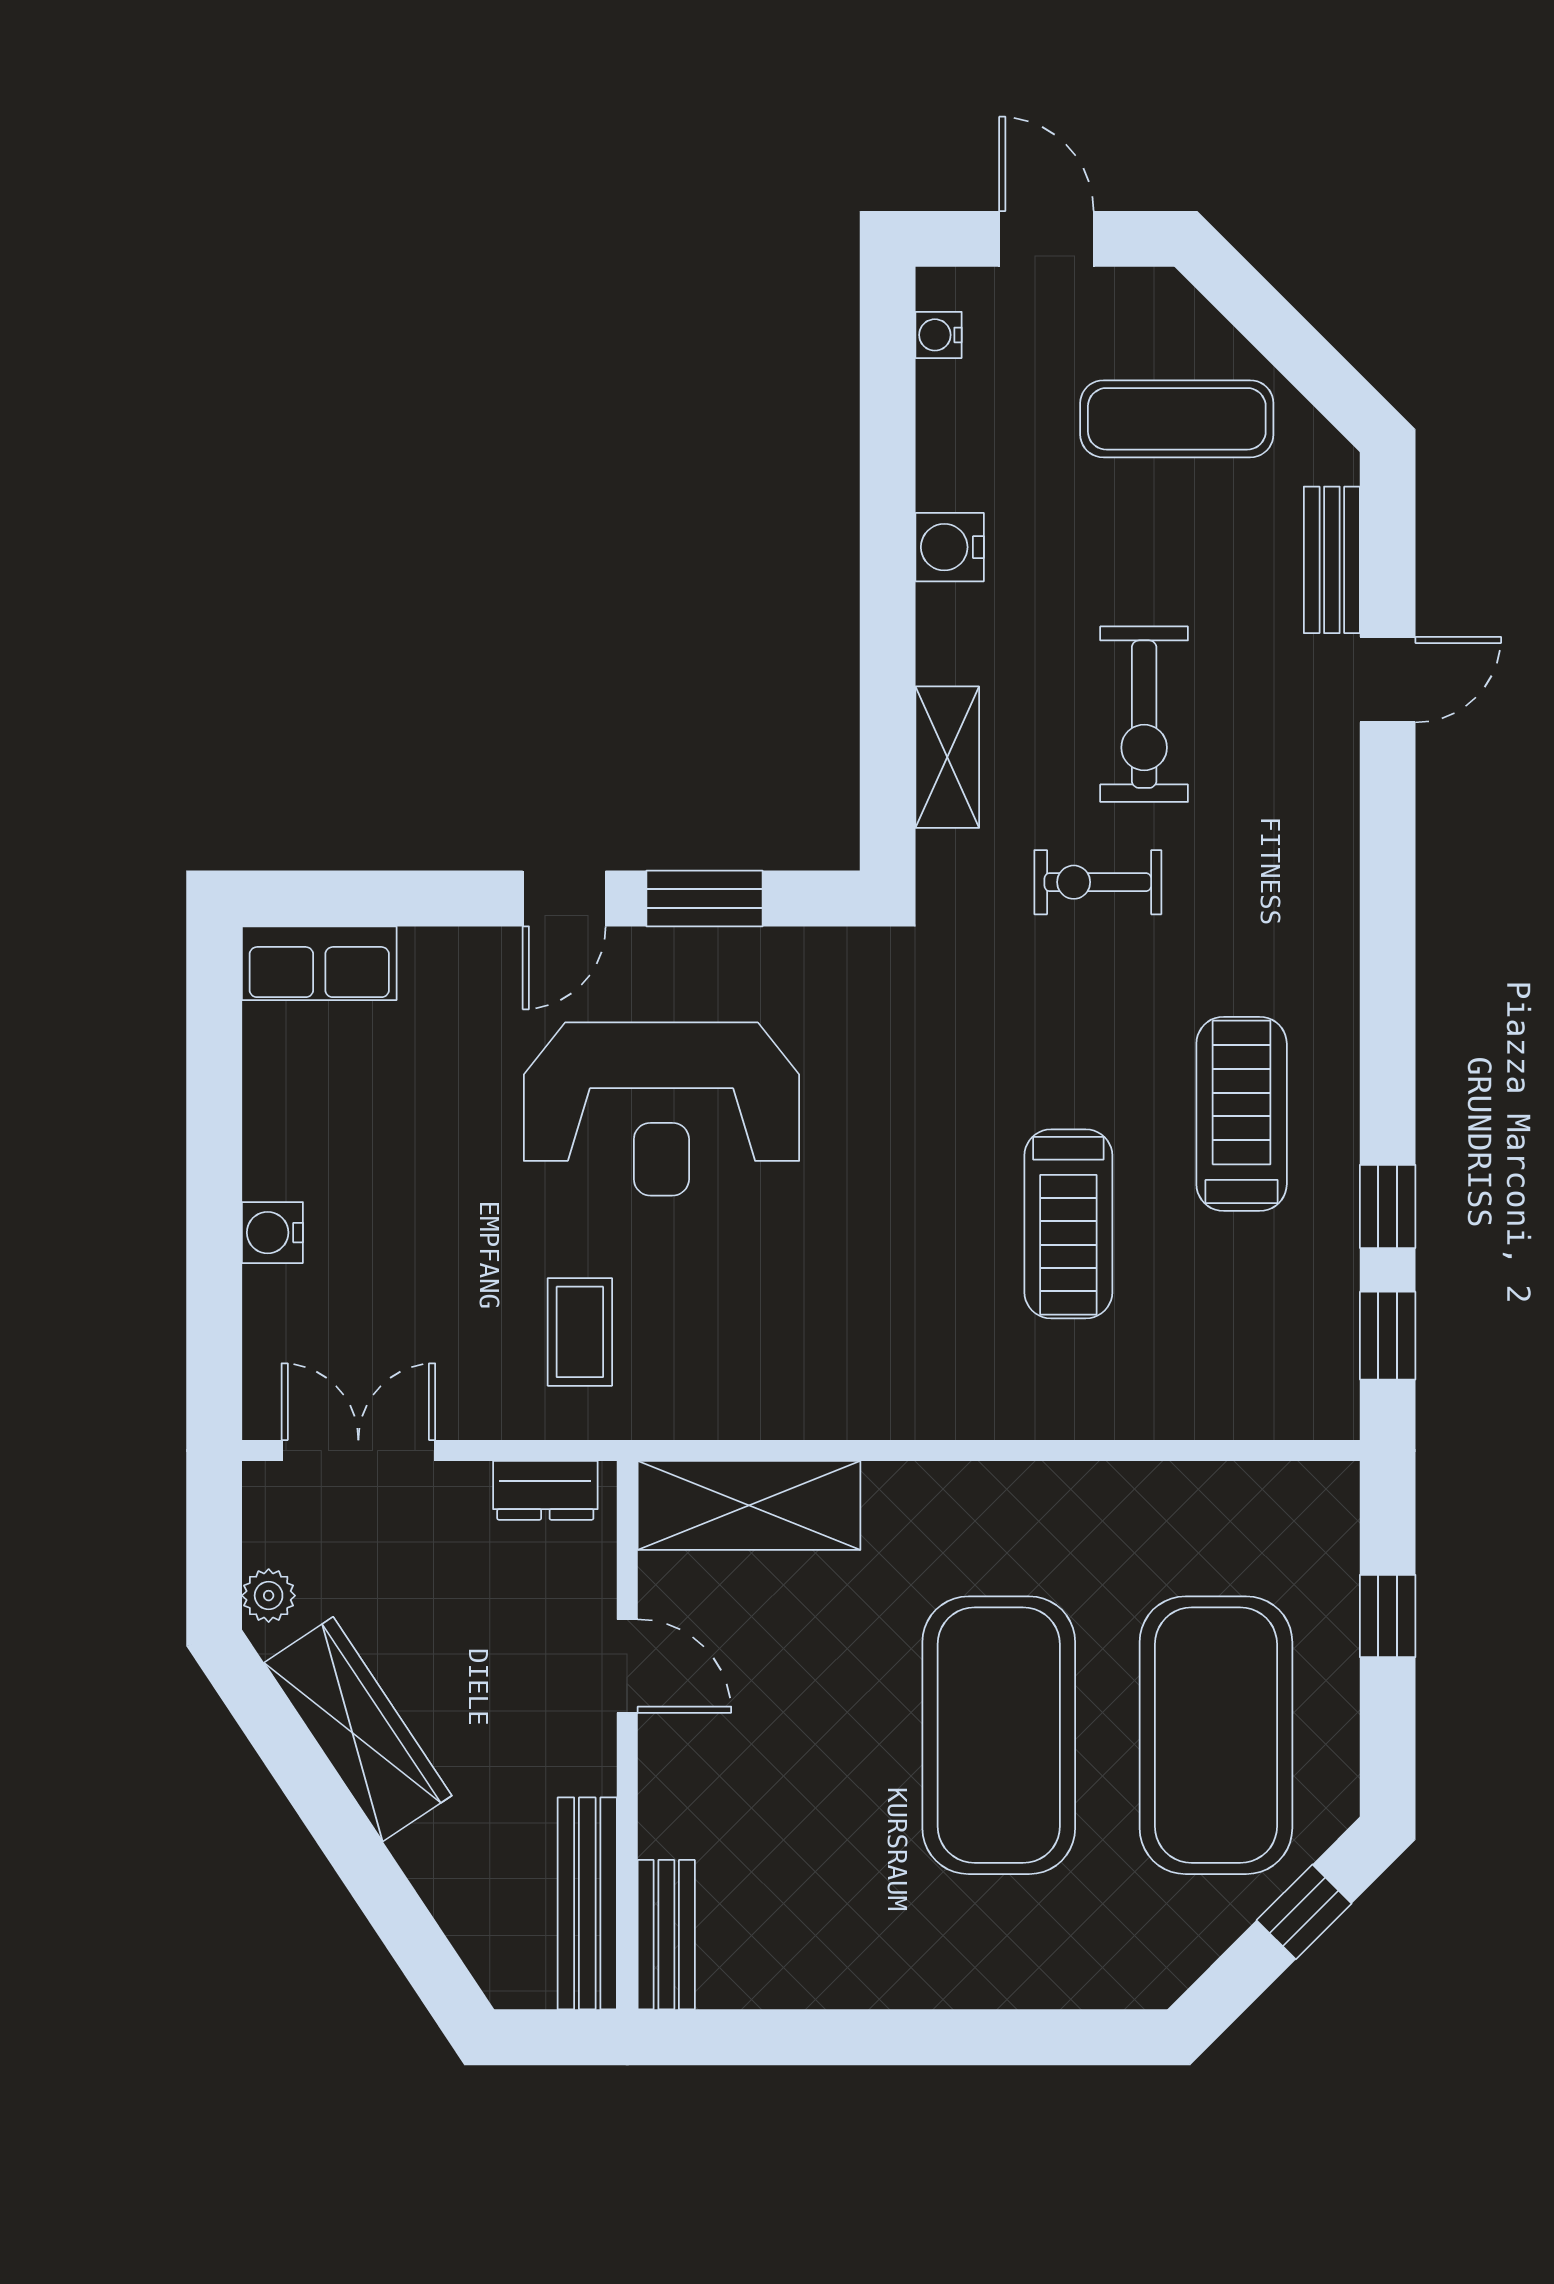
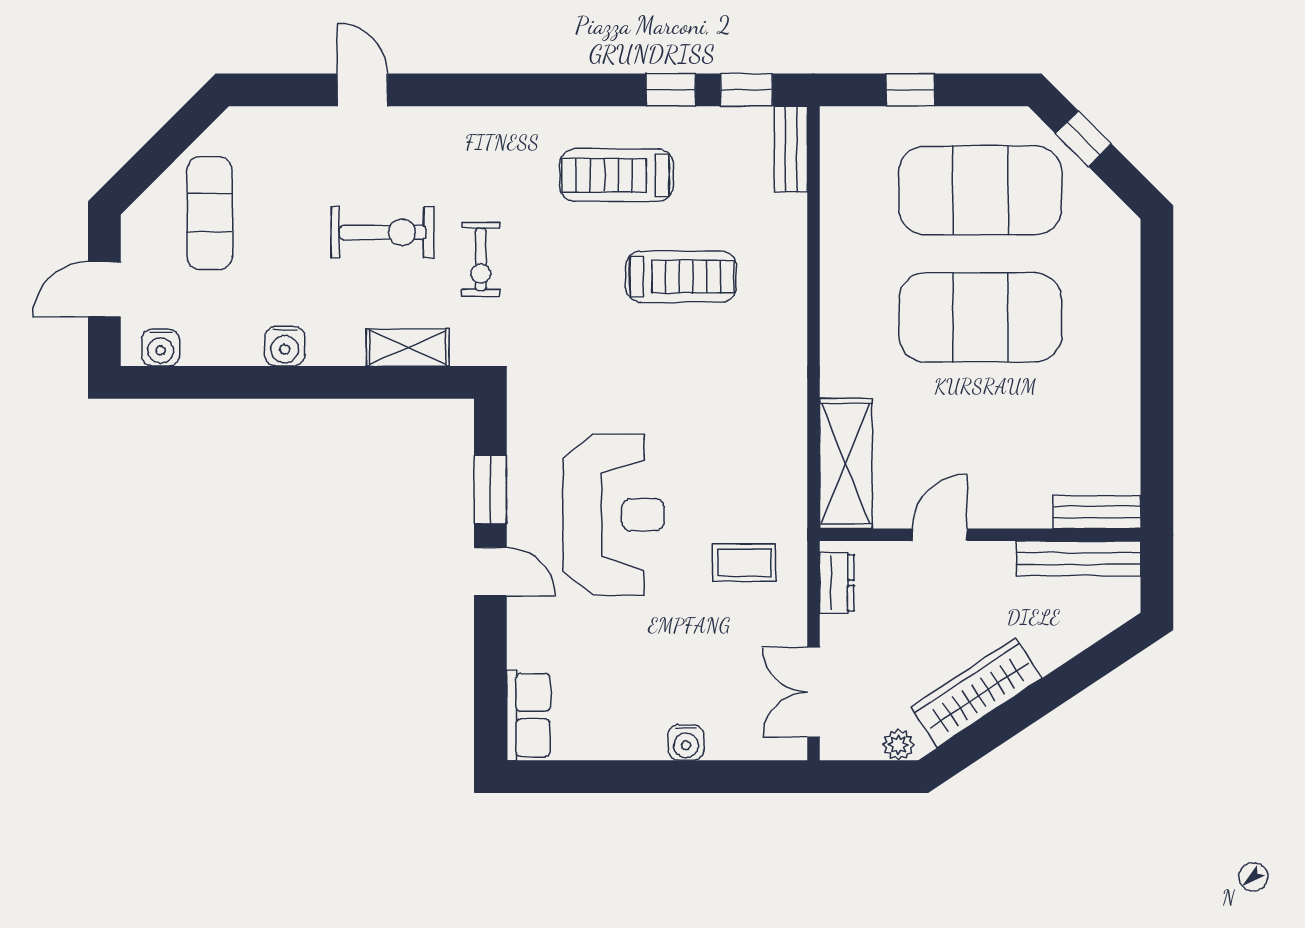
water cooler: (939, 335) -> (161, 347), width x1.38, depth x1.38
bench: (1332, 560) -> (791, 149), moved, turned 90

